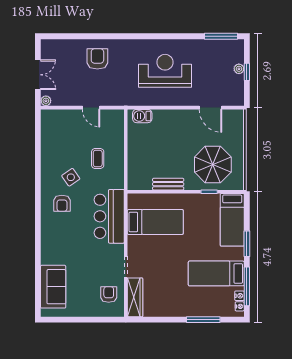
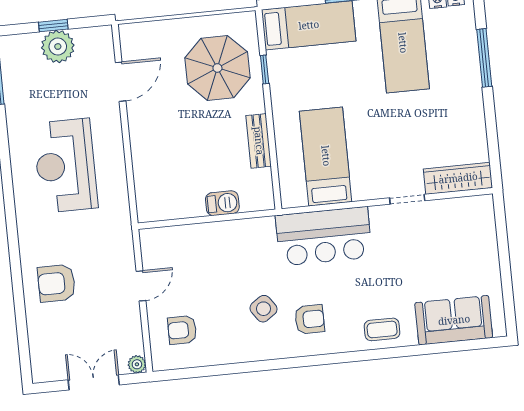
plant: (239, 69) -> (58, 47), width x1.88, depth x1.88
barbecue: (142, 116) -> (222, 203), moved, turned -90
coffee table: (98, 159) -> (382, 329), moved
armchair: (109, 295) -> (182, 330), moved

